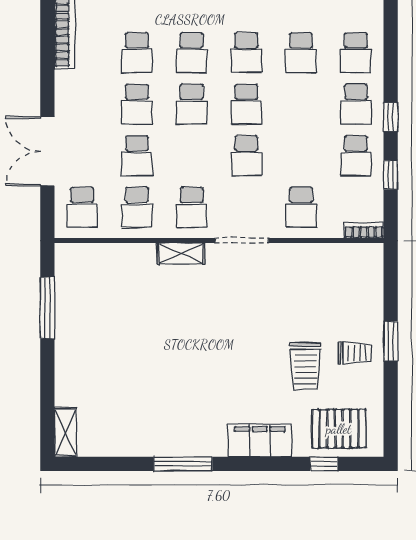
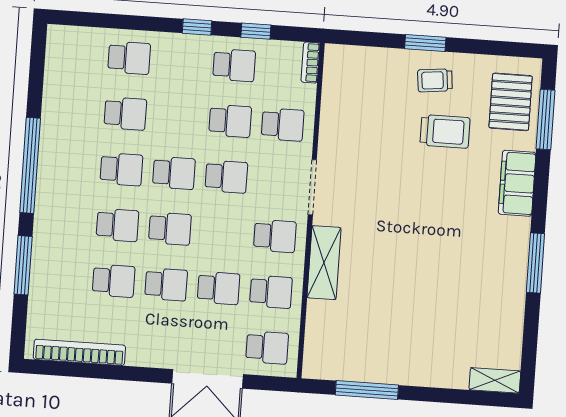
school desk: (356, 104) -> (230, 121), moved
shelving: (181, 254) -> (324, 263), width x1.50, depth x1.33
trolley: (355, 353) -> (435, 80), turned -96
window: (324, 464) -> (546, 120), width x2.17

